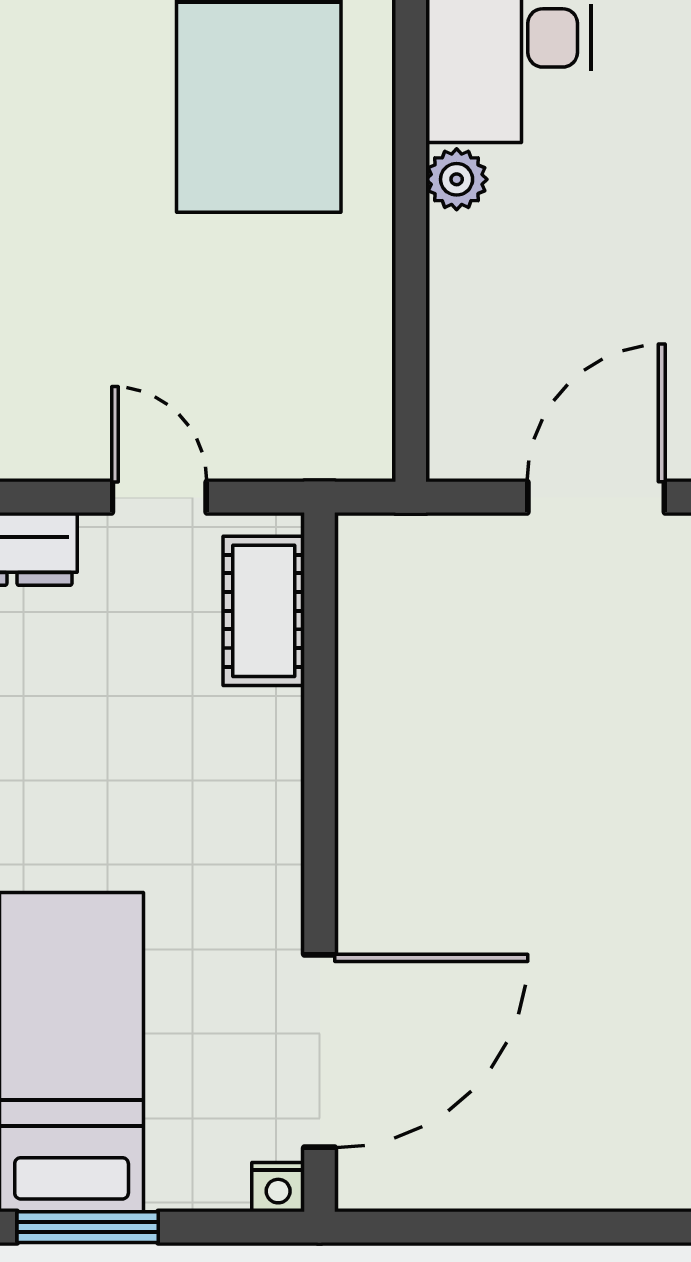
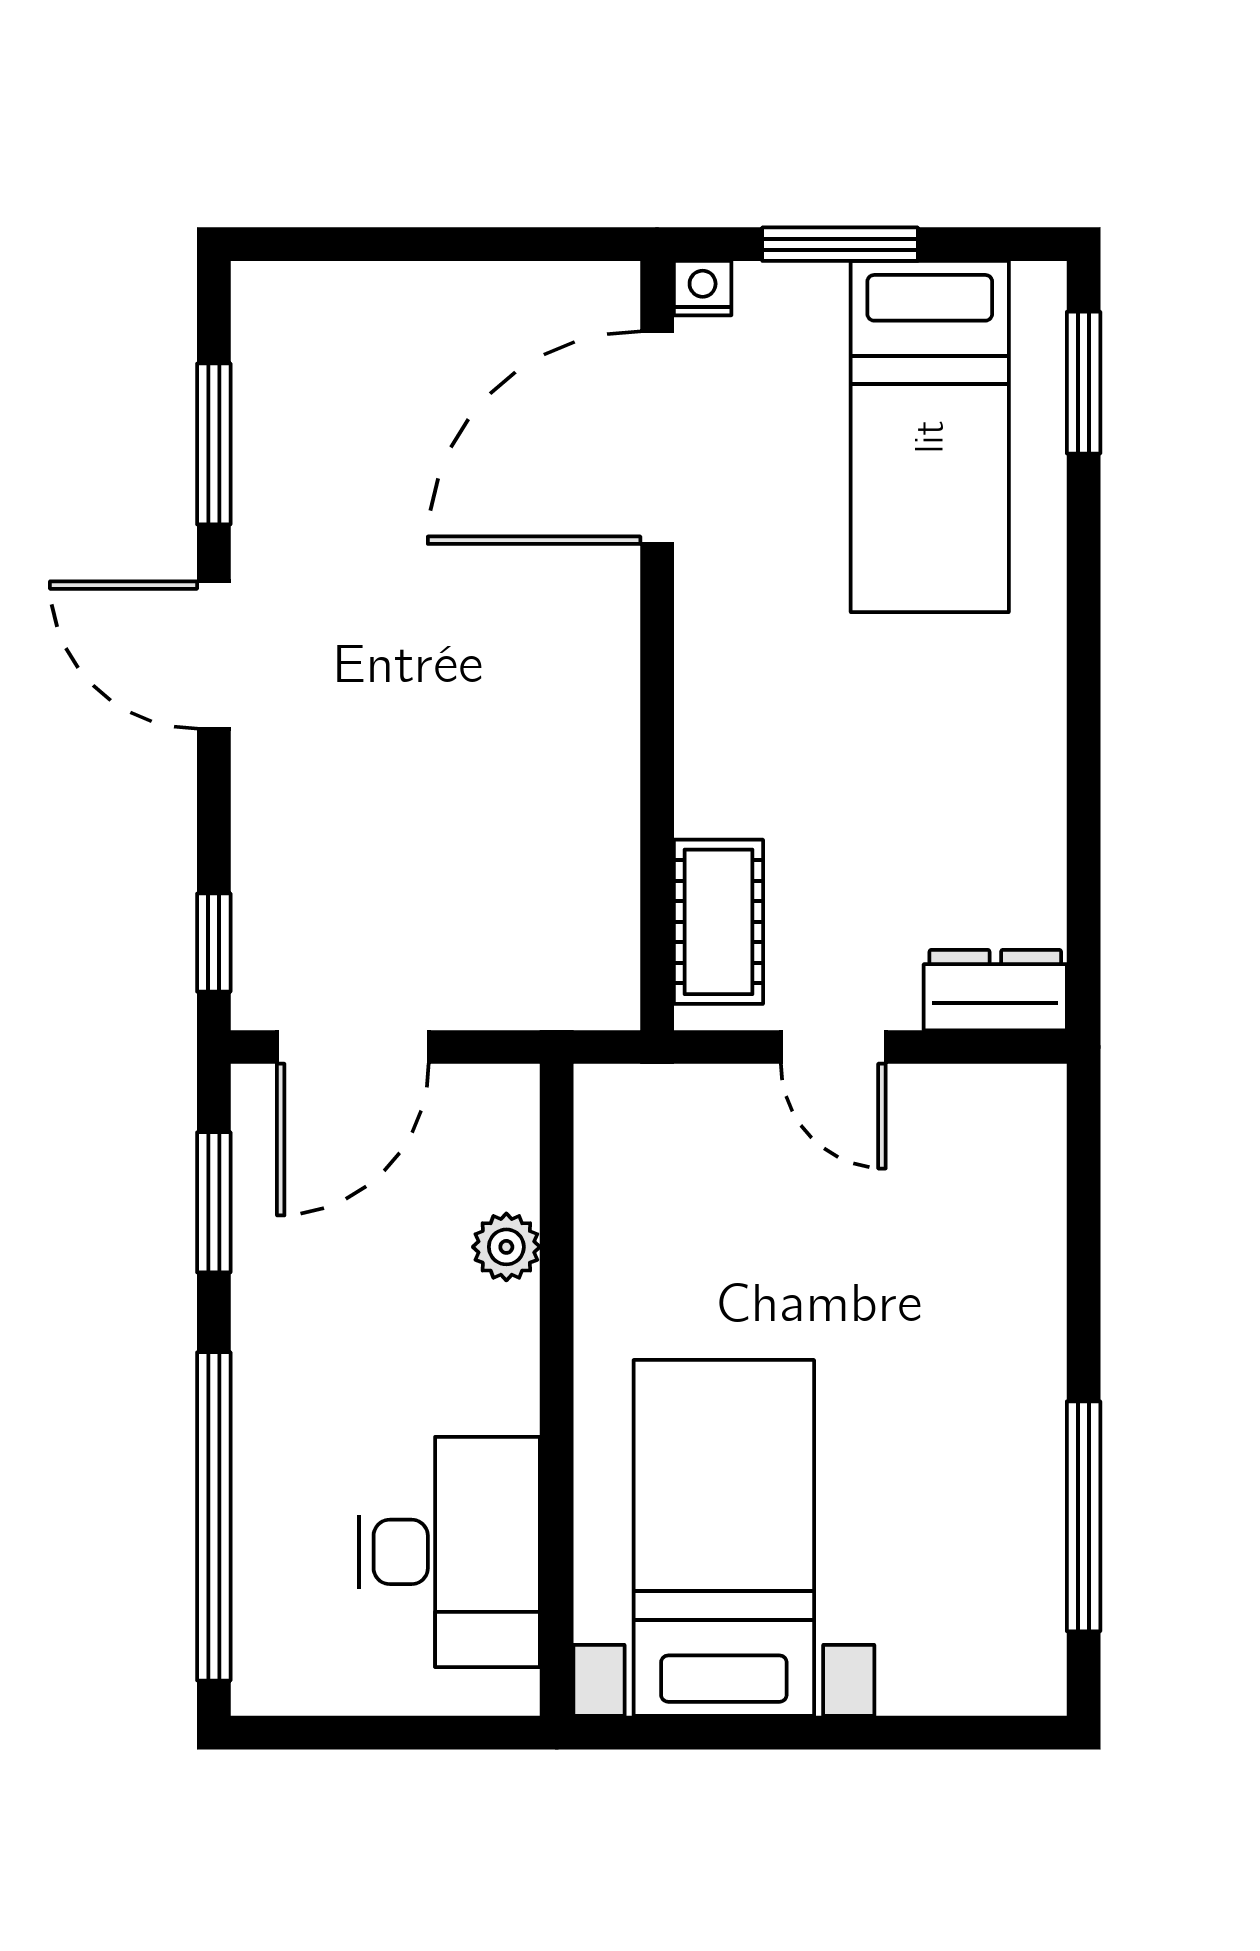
plant: (457, 179) -> (506, 1247), moved
window: (88, 1227) -> (840, 244), moved

